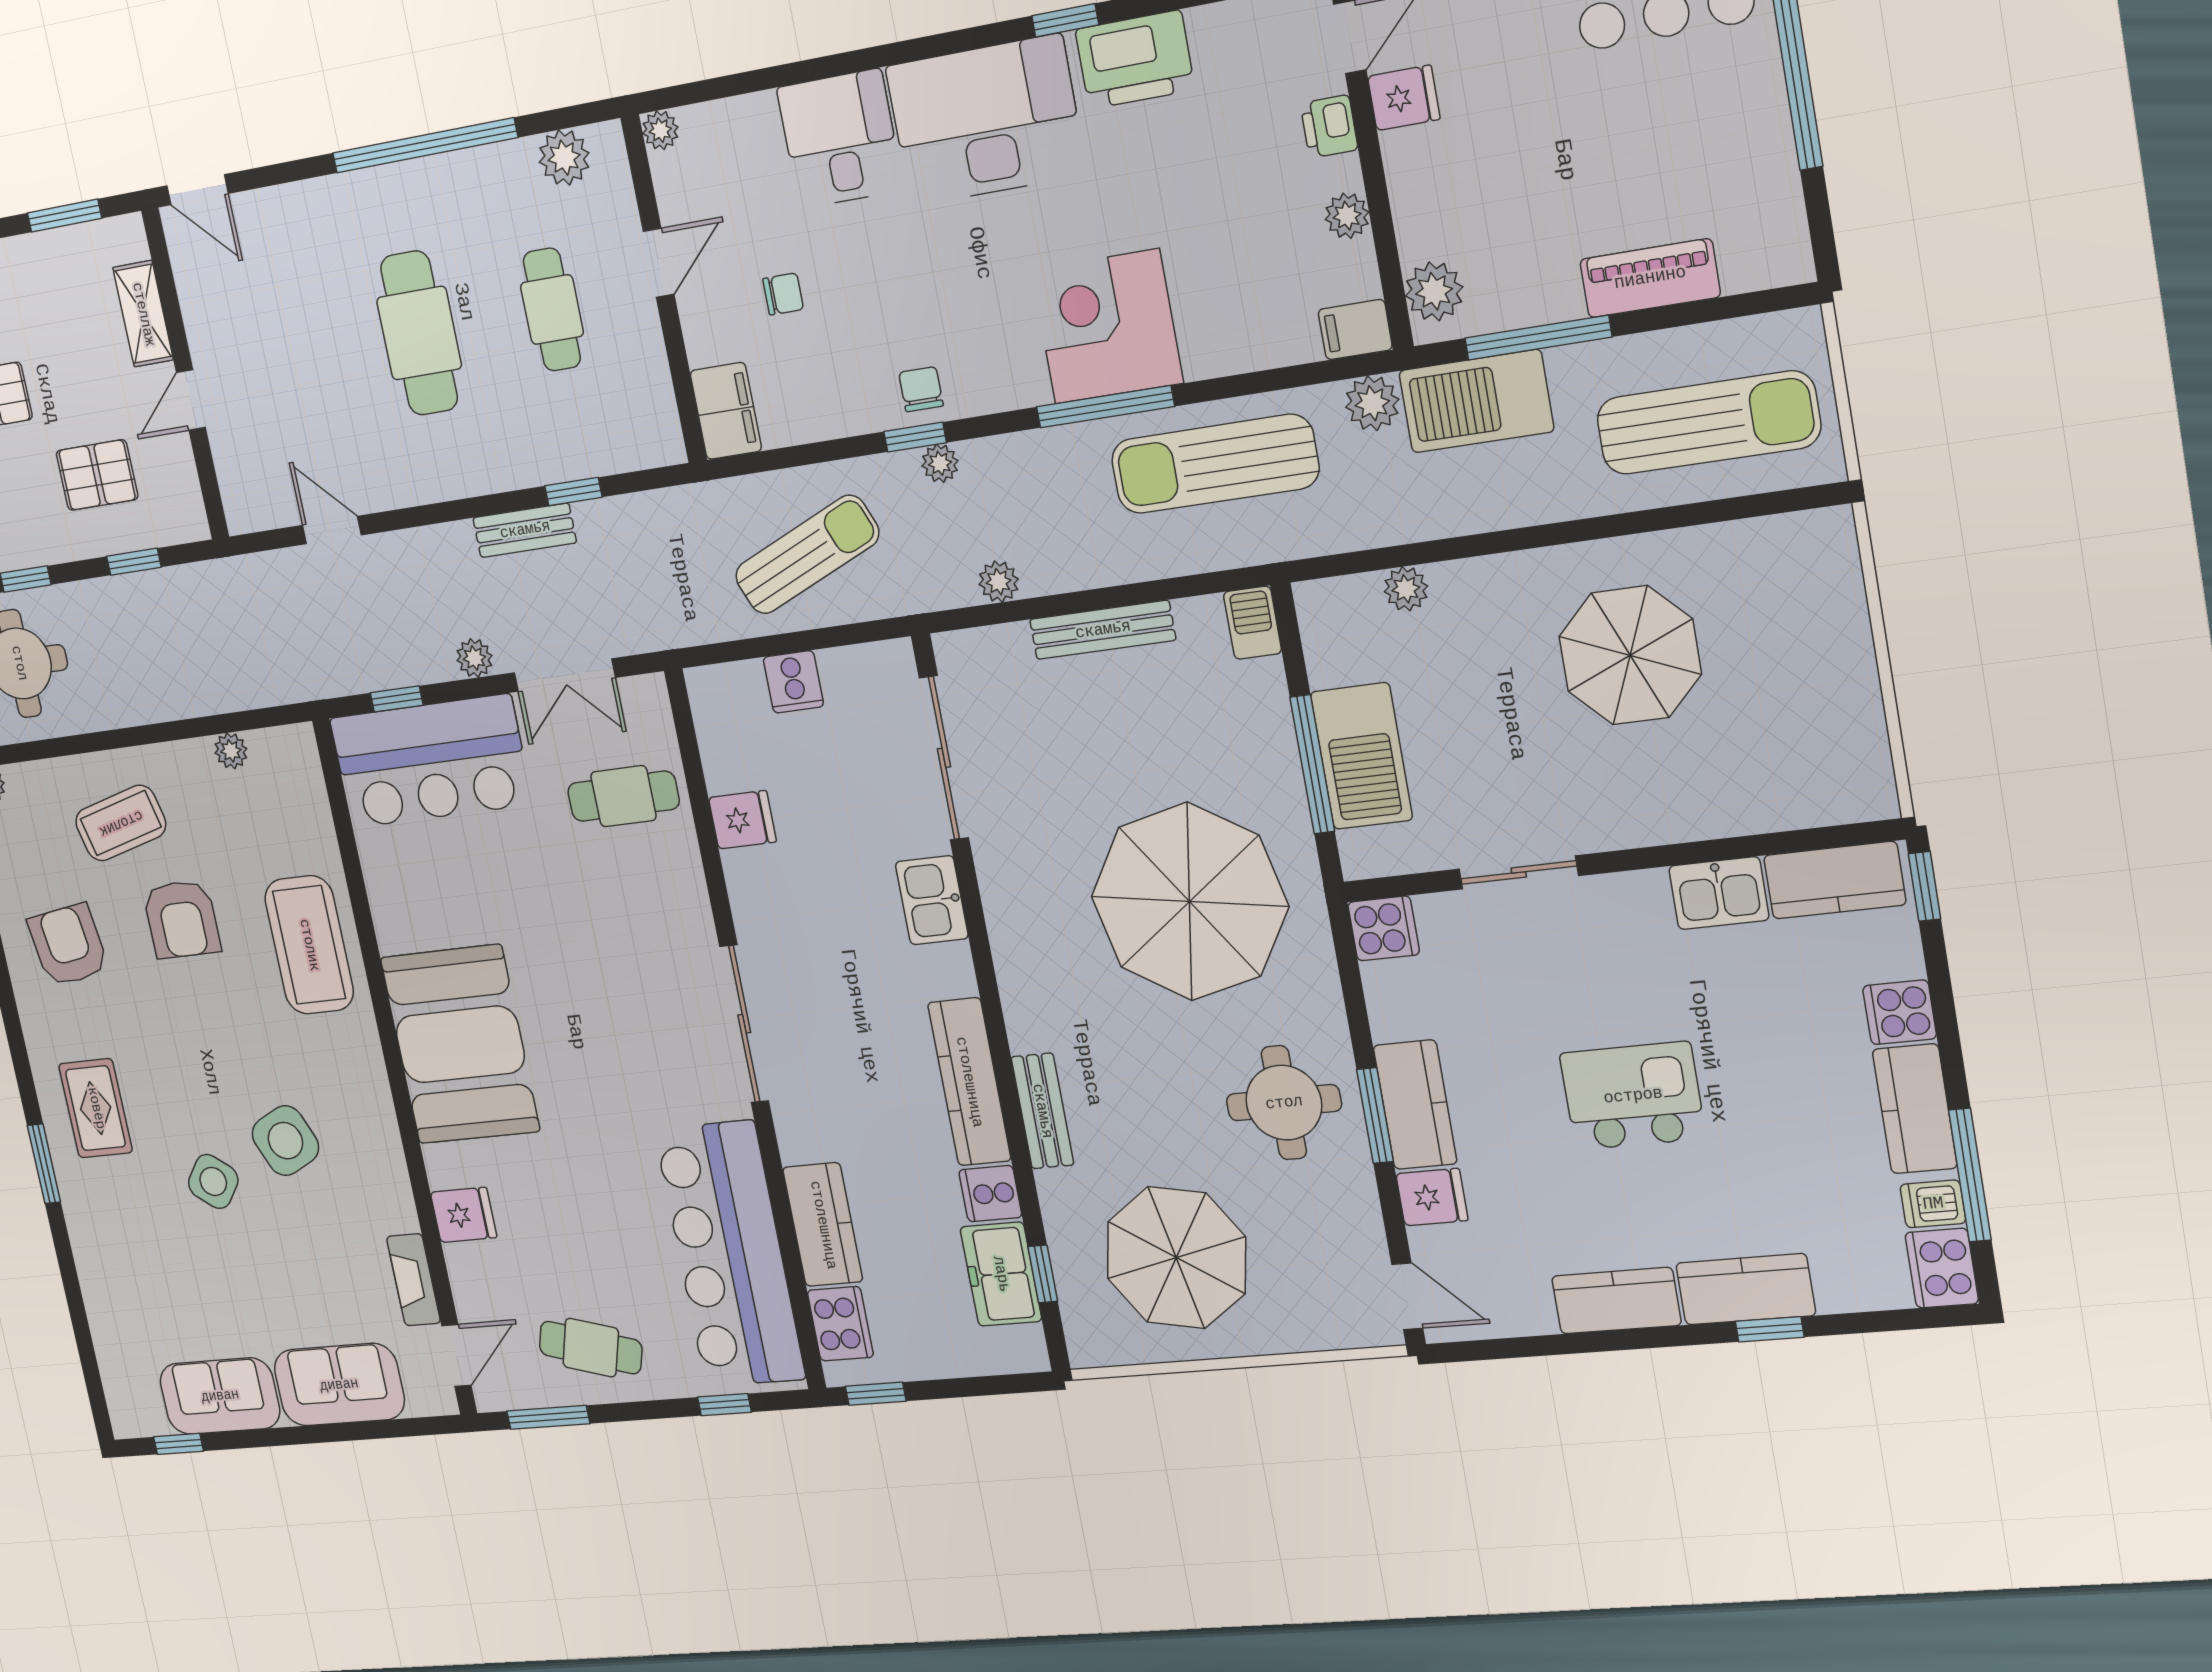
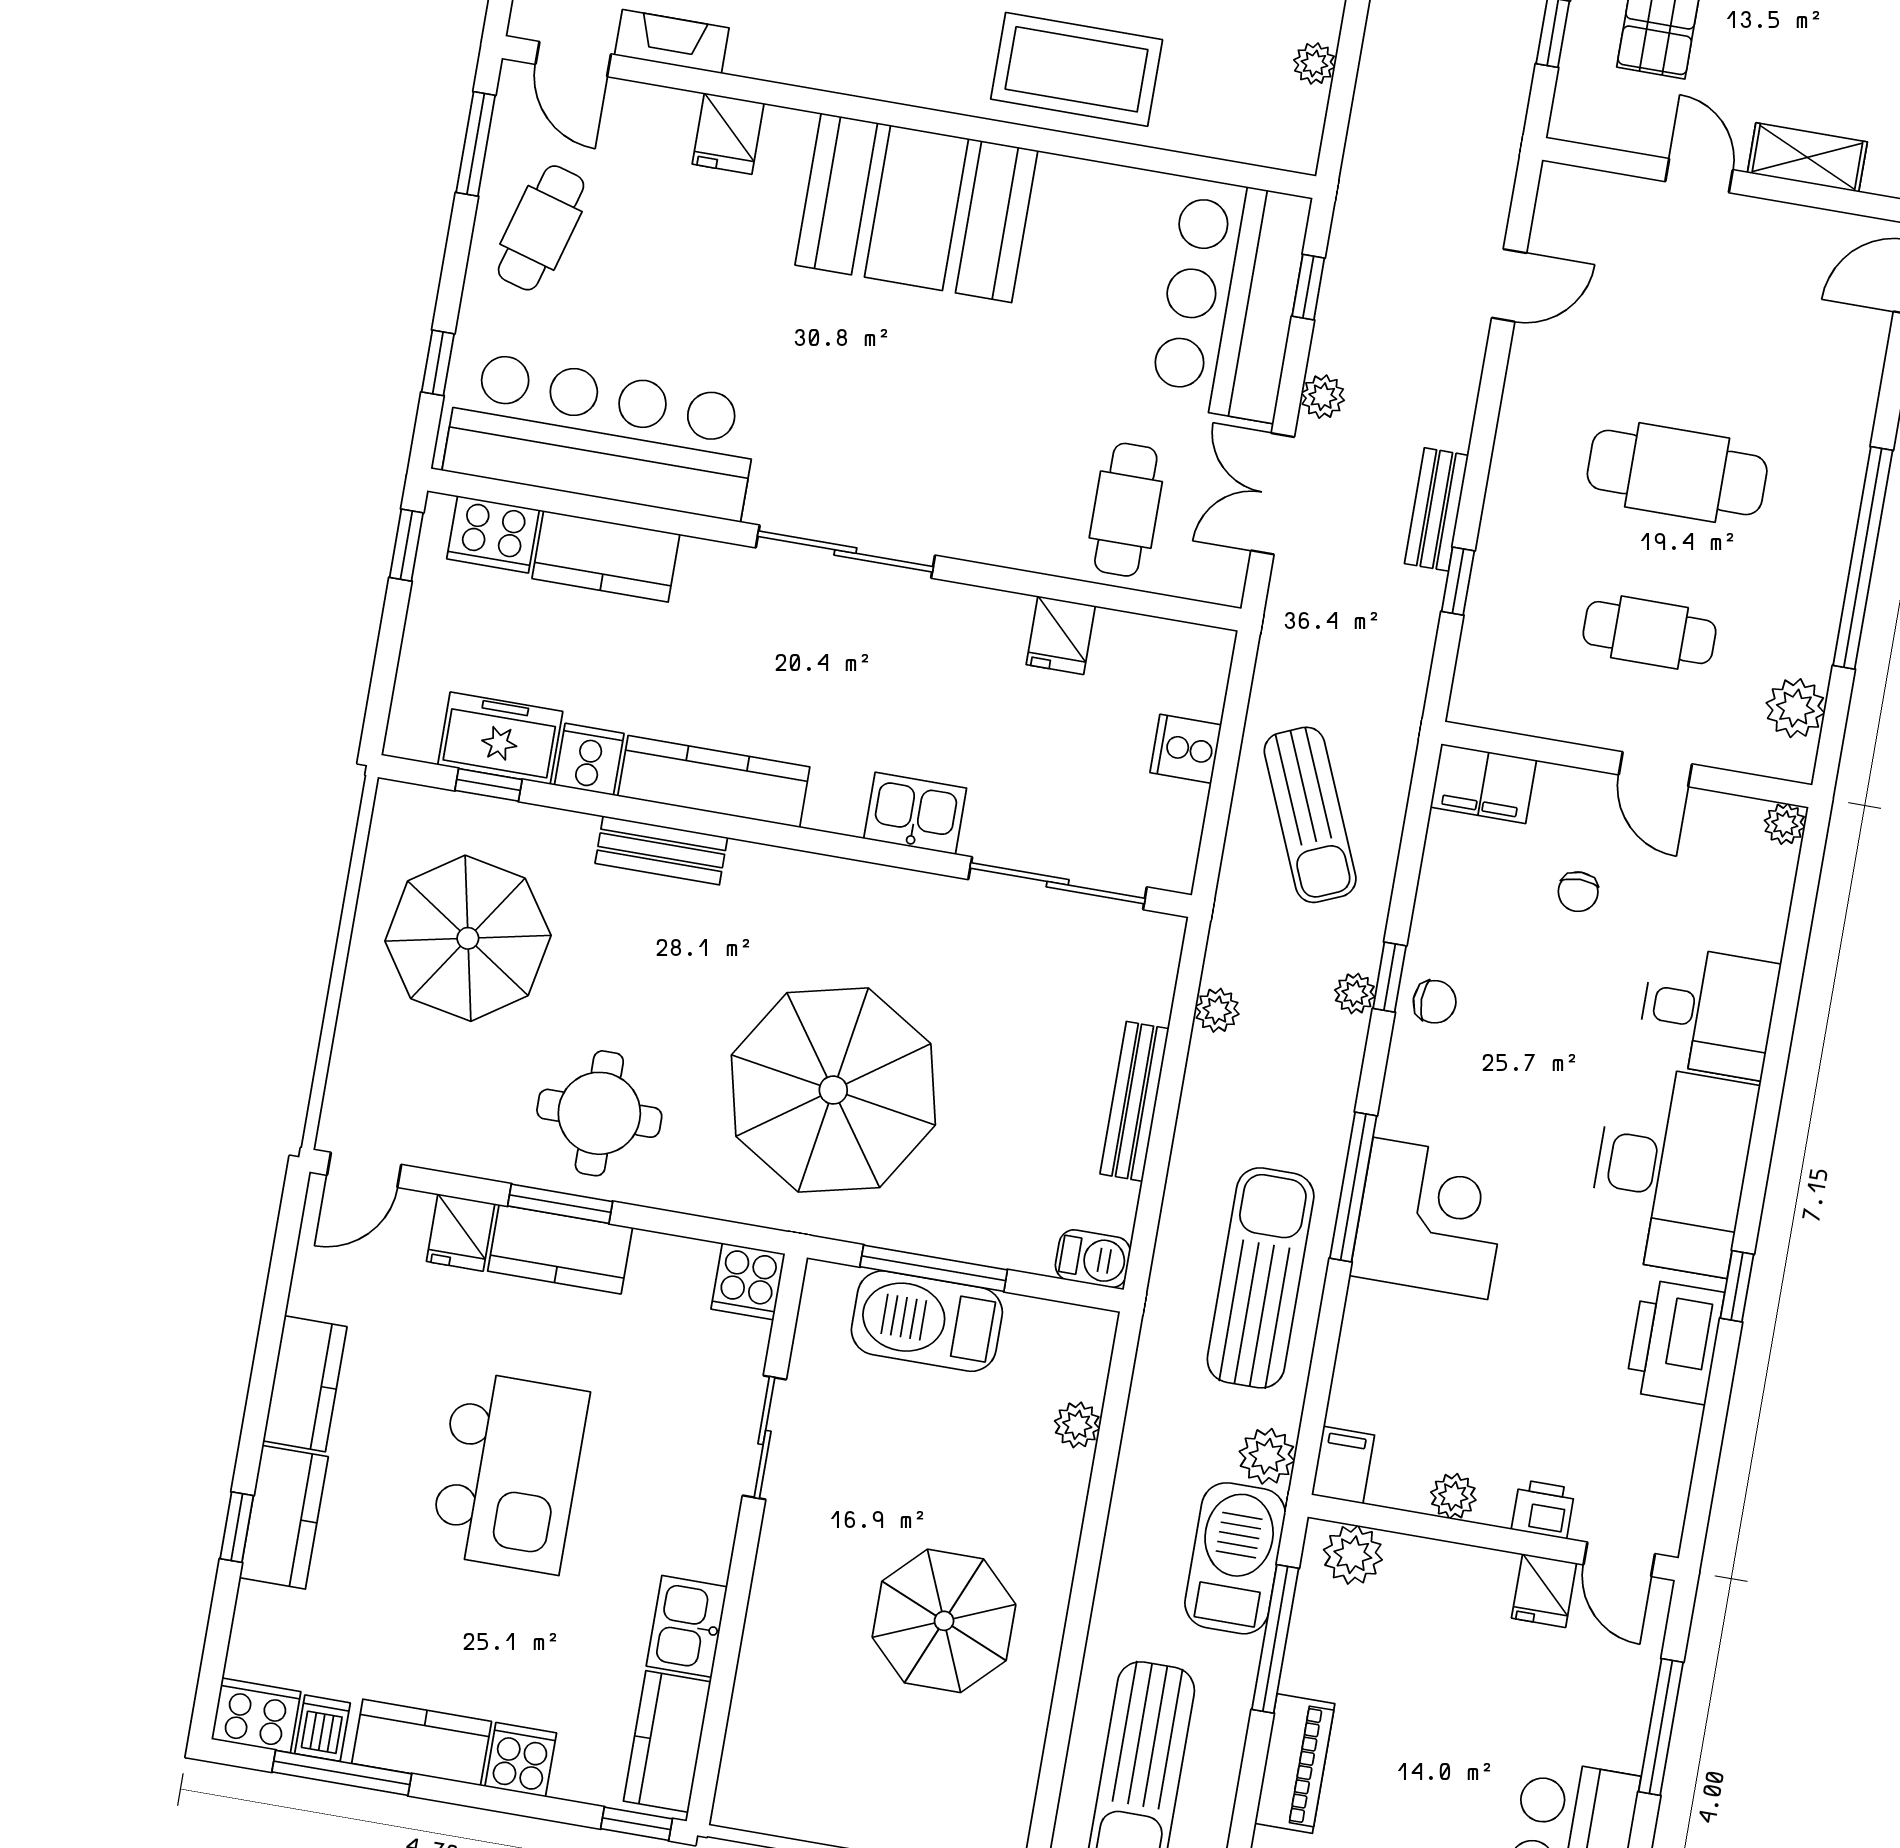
kitchen island: (1633, 1096) -> (509, 1472), width x1.37, depth x1.28

